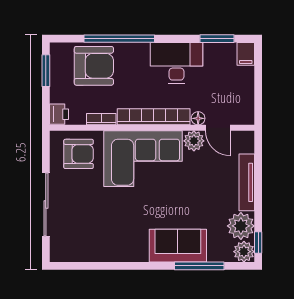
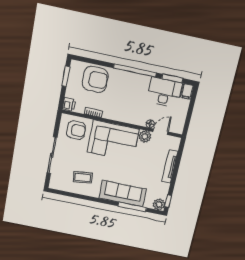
window: (119, 39) -> (135, 70), moved
desk: (176, 63) -> (164, 92), moved
bookcase: (154, 117) -> (124, 118), removed
door: (218, 128) -> (160, 132), swing flipped
plant: (241, 226) -> (161, 190), removed
coffee table: (105, 232) -> (83, 177), added
sofa: (178, 246) -> (123, 194), width x1.36

